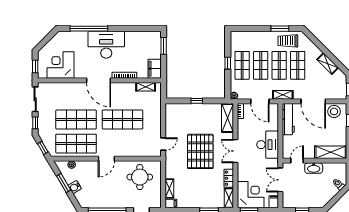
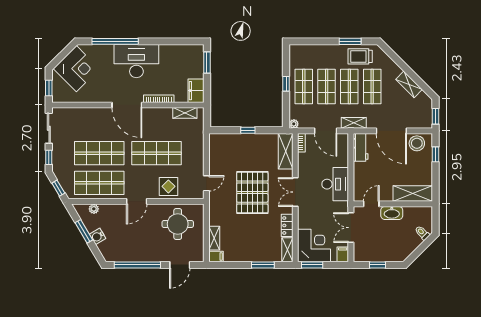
corner desk: (61, 65) -> (76, 69), moved, turned 135
workbench: (288, 119) -> (361, 147), width x0.73
display table: (132, 147) -> (168, 186), added

